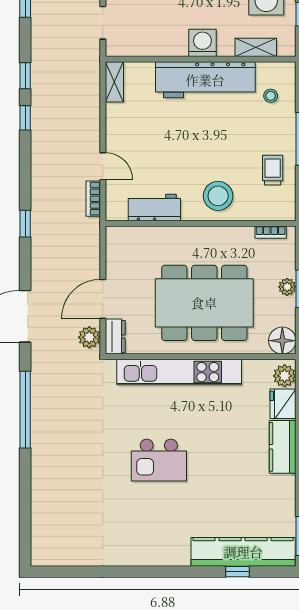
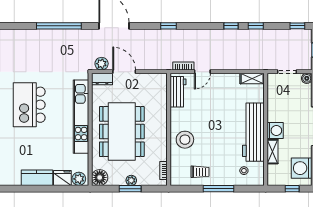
shelving: (256, 47) -> (272, 152), moved
workbench: (154, 208) -> (178, 92), moved
kitchen island: (159, 460) -> (29, 105), width x1.37, depth x1.28

